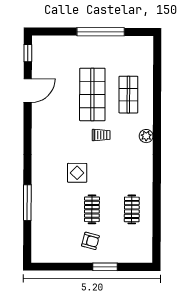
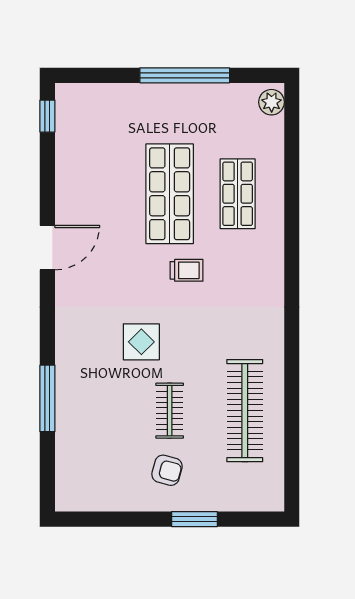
door: (28, 91) -> (47, 248), moved
plant: (146, 136) -> (272, 102), moved
clothes rail: (132, 209) -> (245, 411), width x1.86, depth x1.31

